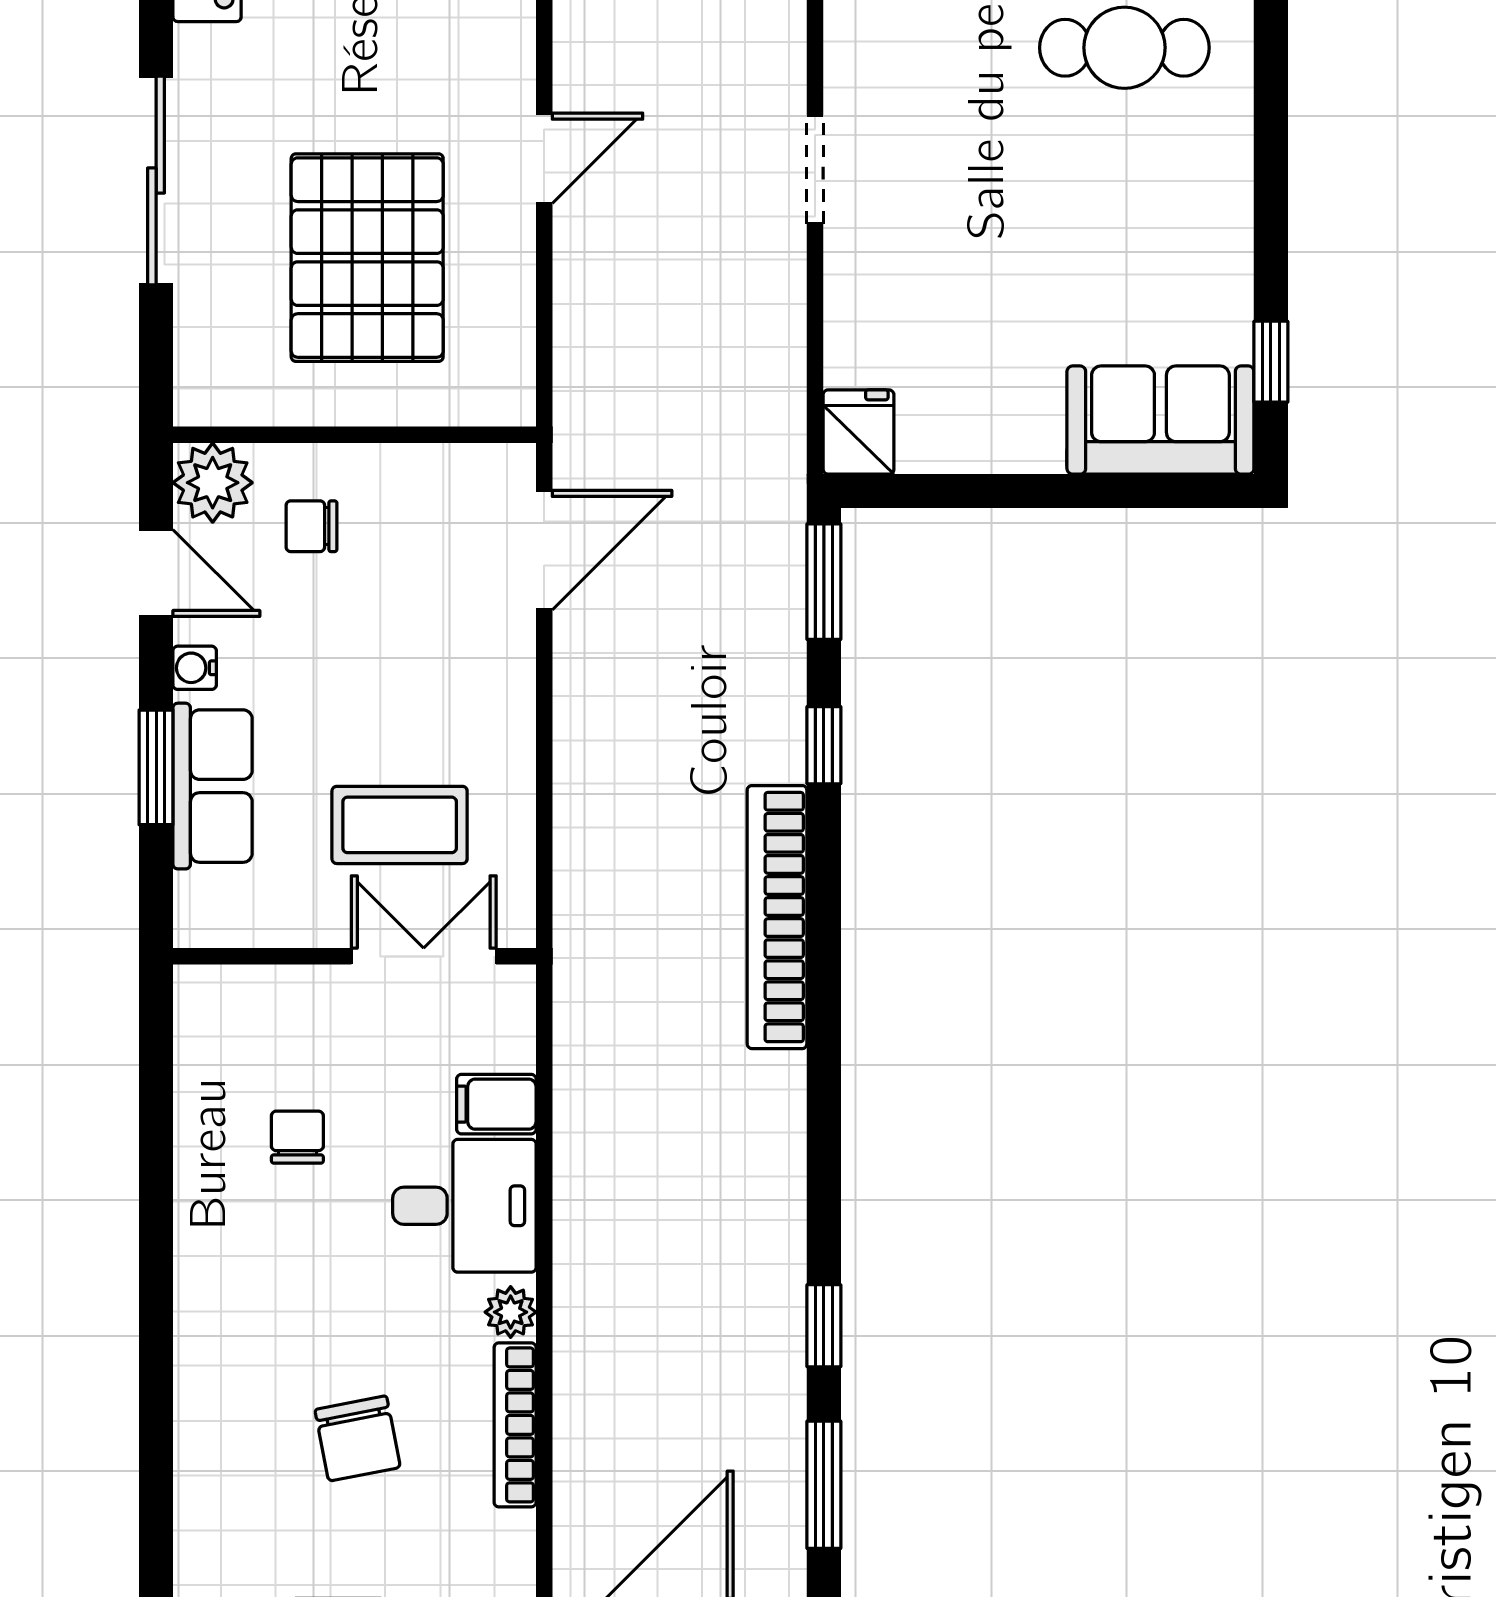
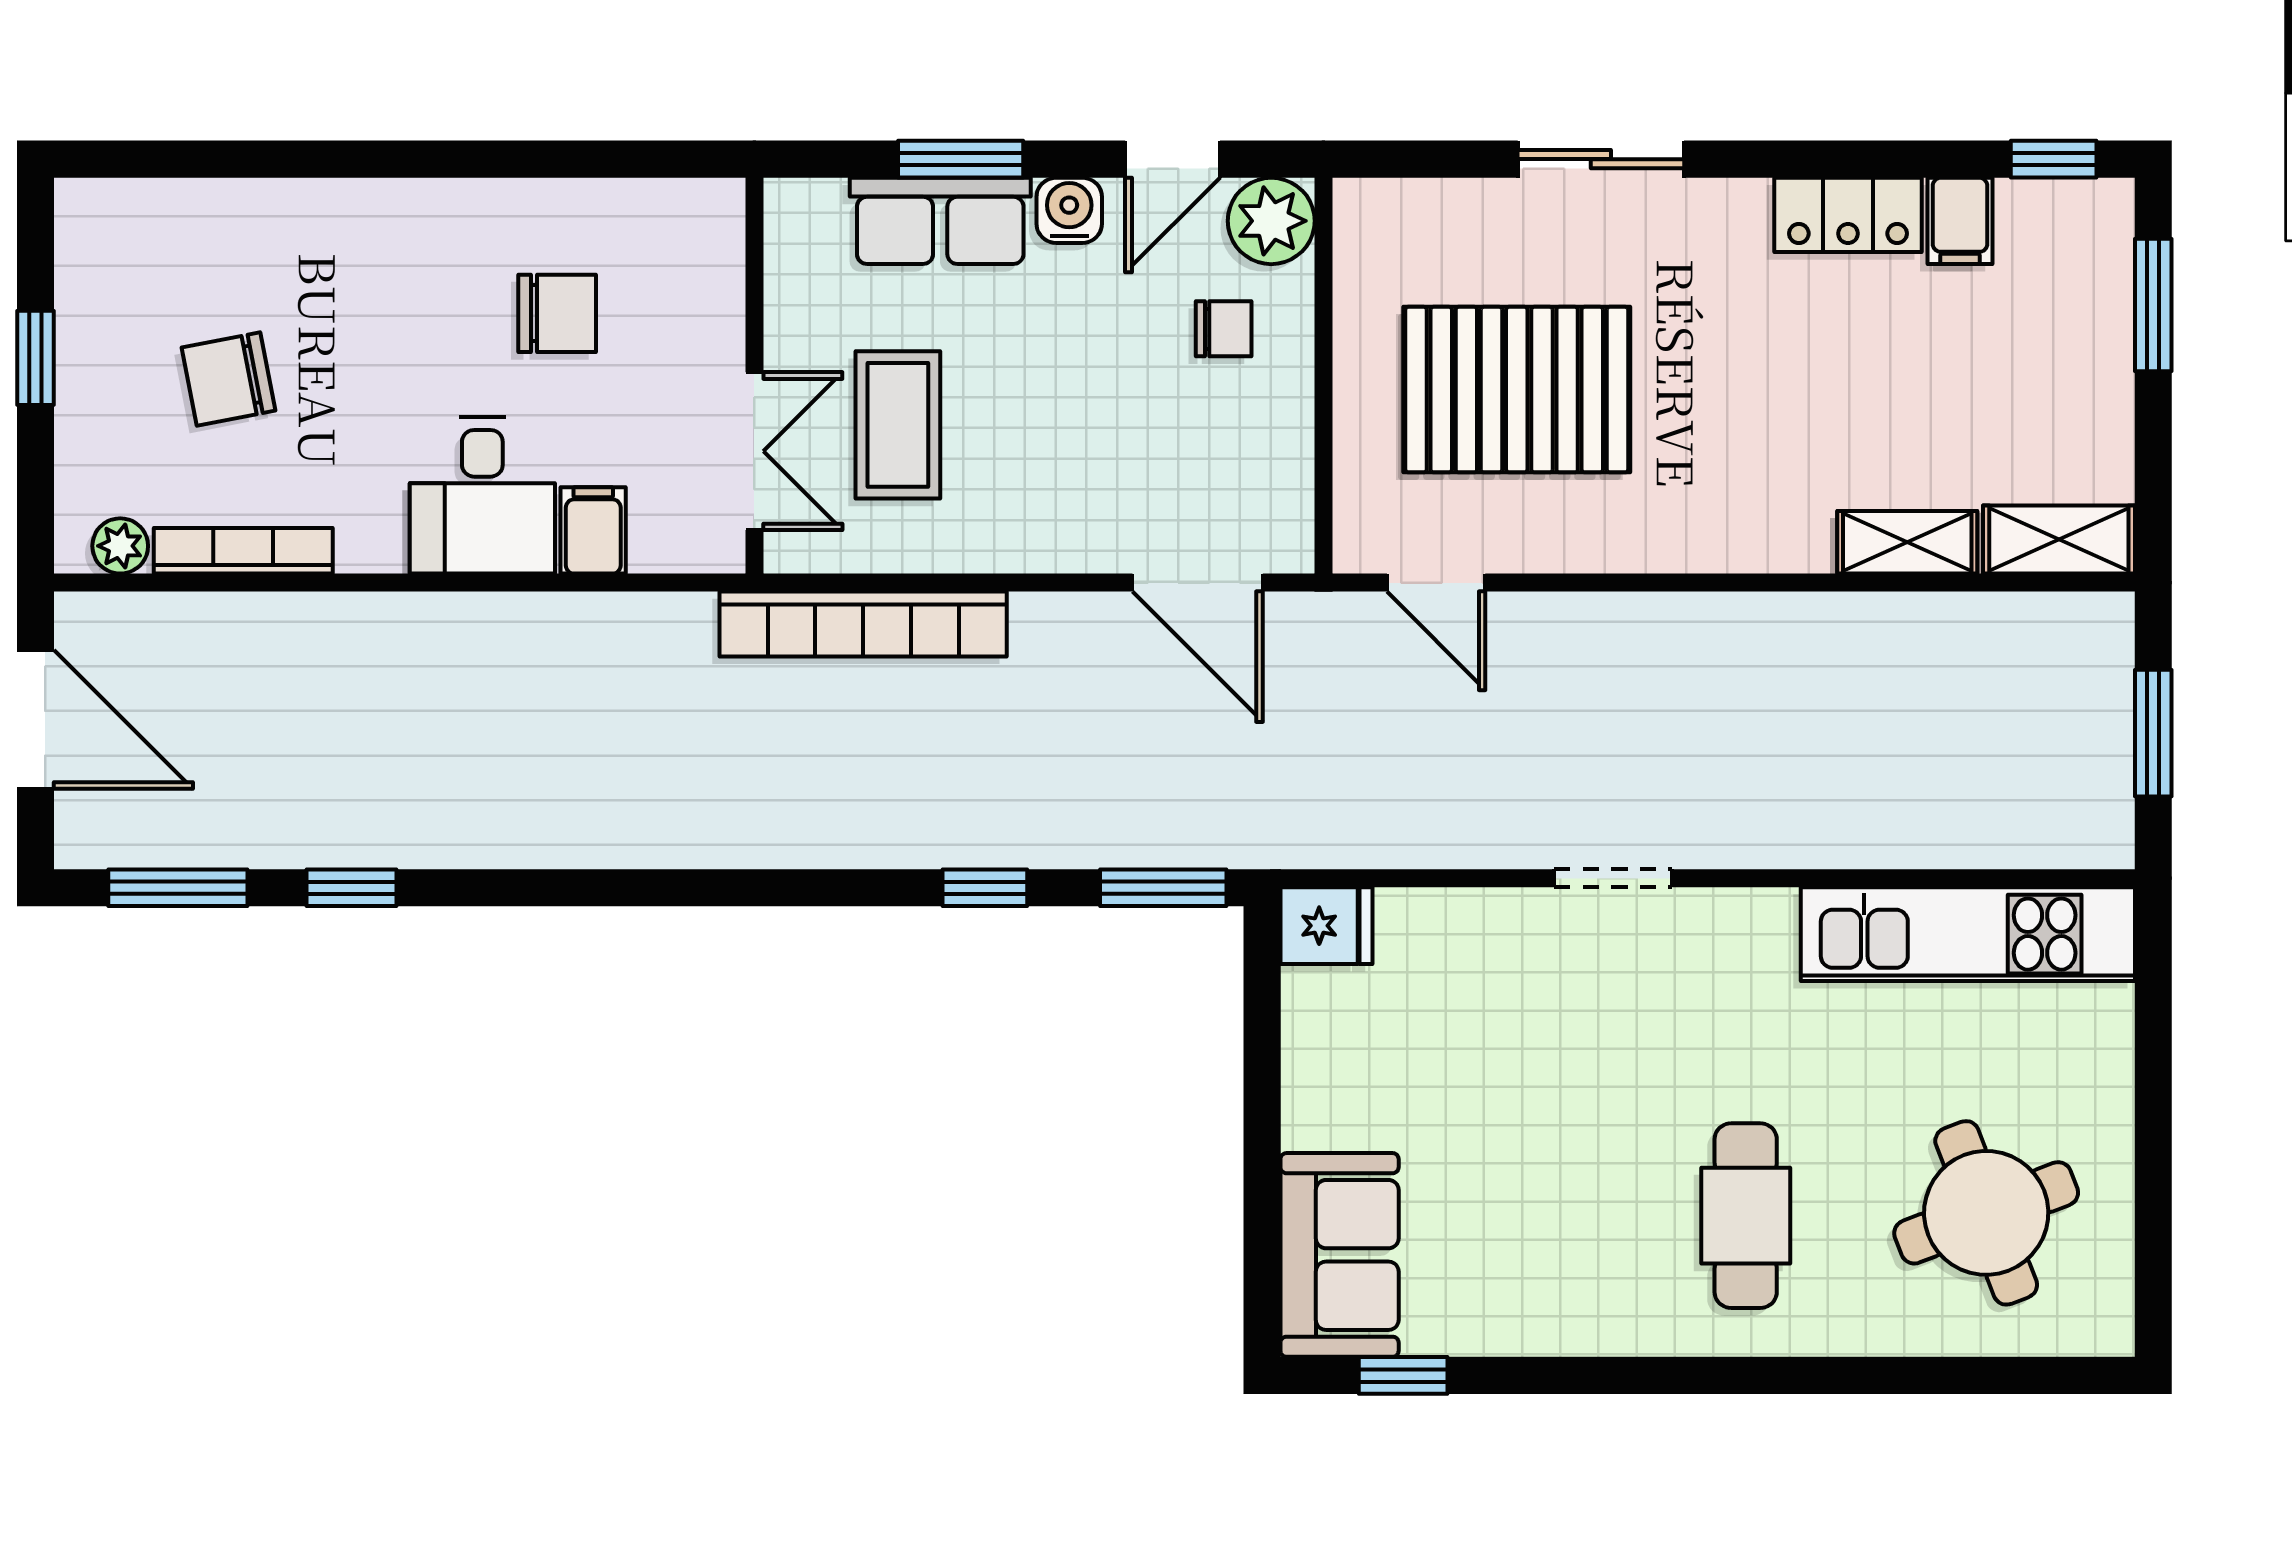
door: (544, 158) -> (1436, 583), moved
sliding door: (156, 181) -> (1601, 159), width x0.73
chair: (311, 526) -> (1224, 329), turned 90
water cooler: (195, 668) -> (1069, 210), width x1.38, depth x1.38
bookcase: (777, 917) -> (863, 624), moved, turned 180
chair: (297, 1137) -> (557, 313), width x1.37, depth x1.37
plant: (511, 1312) -> (120, 546), moved

